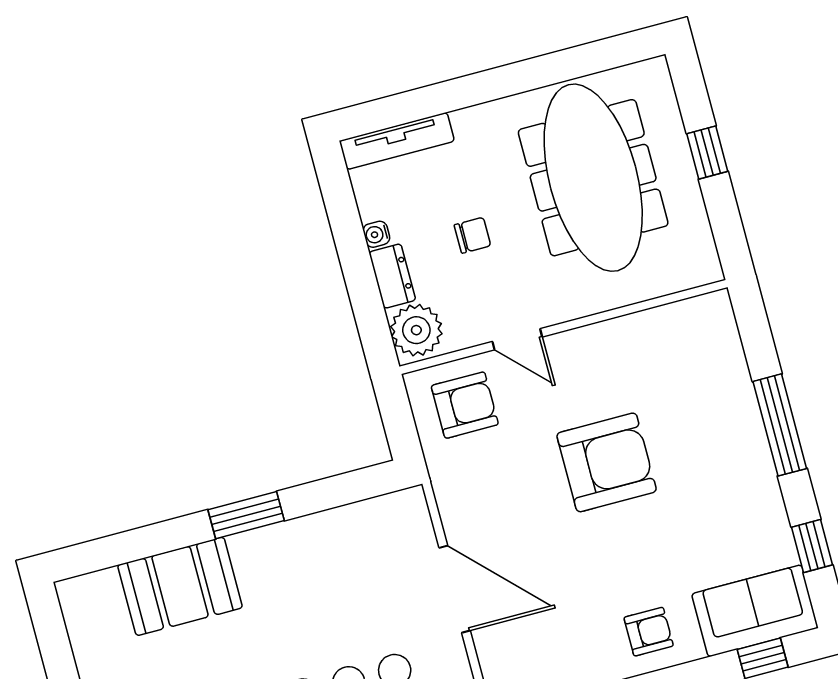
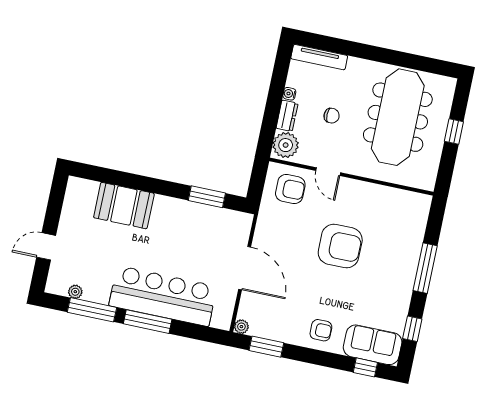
window: (246, 515) -> (207, 197), moved

